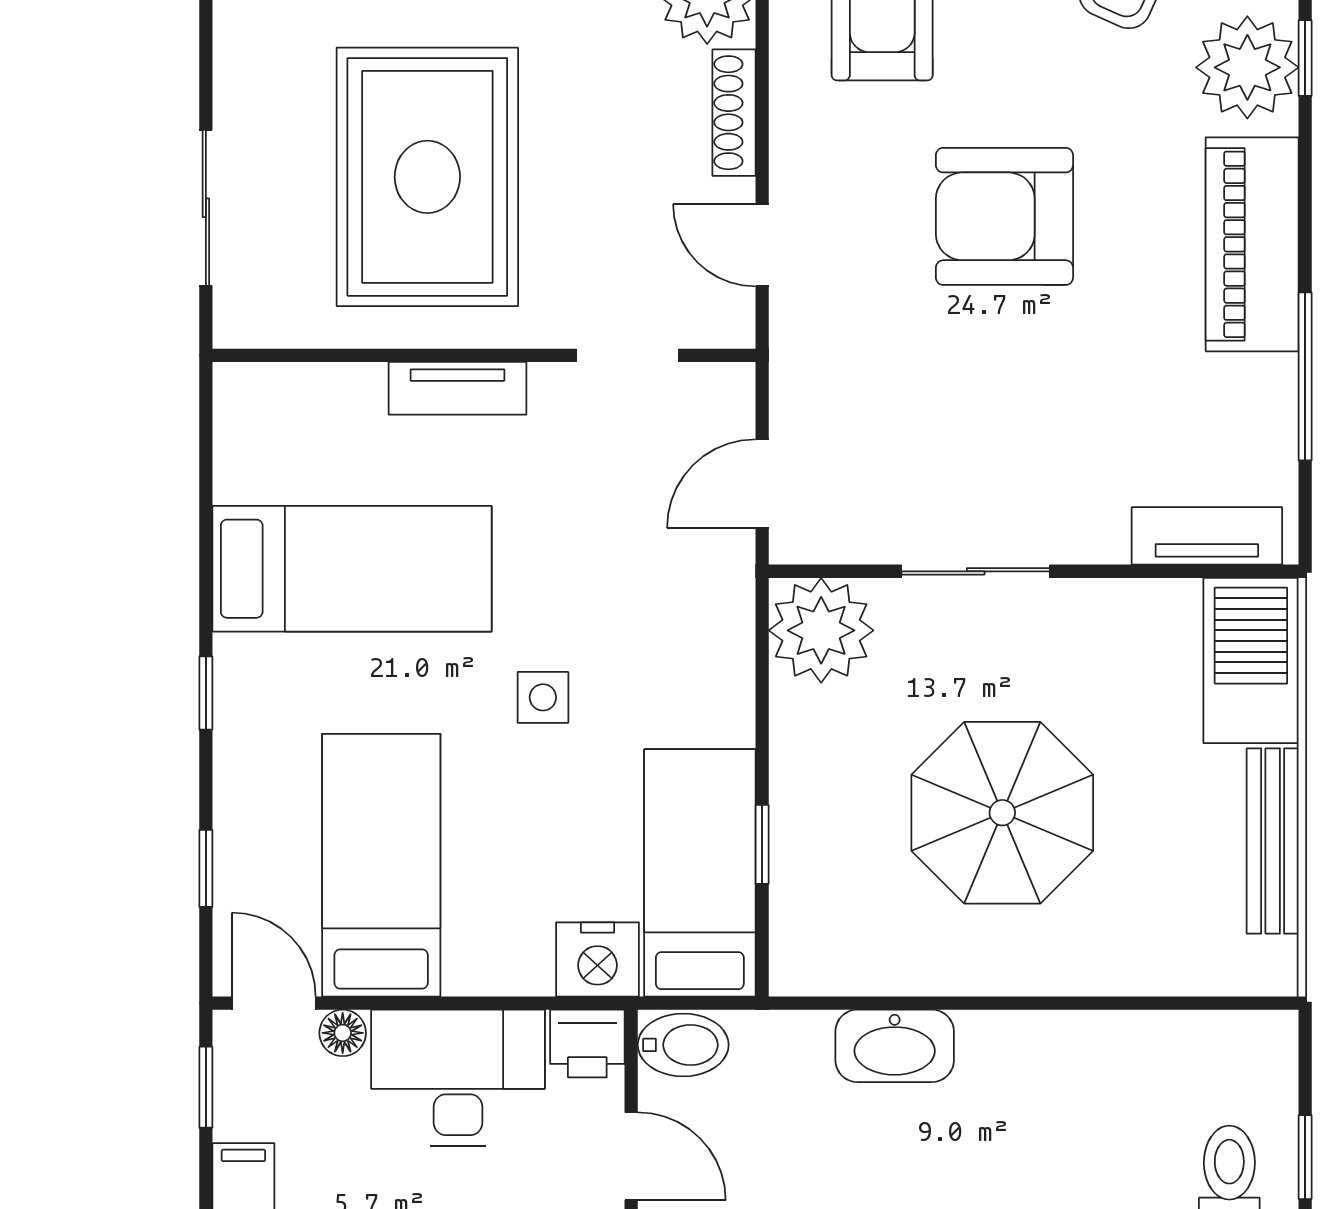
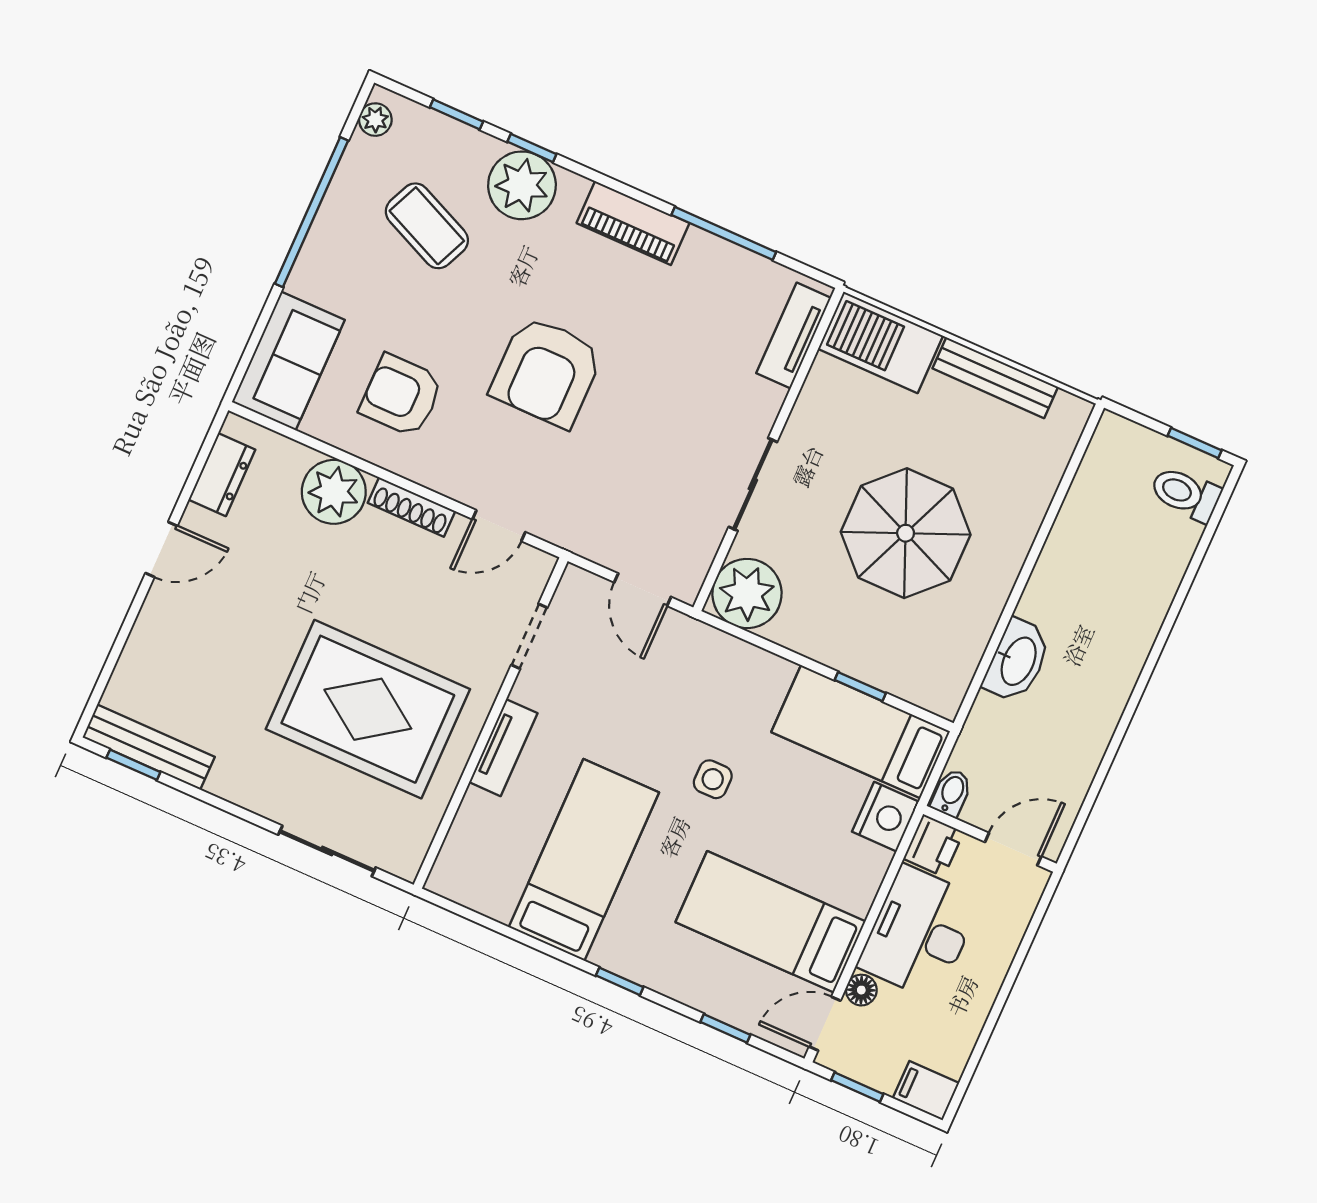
piano: (1252, 244) -> (633, 223), width x0.73, depth x0.75
bidet: (683, 1045) -> (952, 793), width x0.72, depth x0.74

